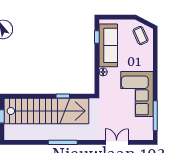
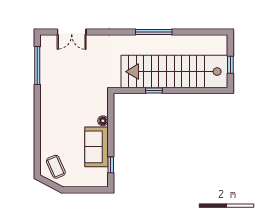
sofa: (108, 45) -> (96, 147), width x0.73
corner sofa: (137, 94) -> (60, 93), removed
double door: (117, 142) -> (72, 32), moved

